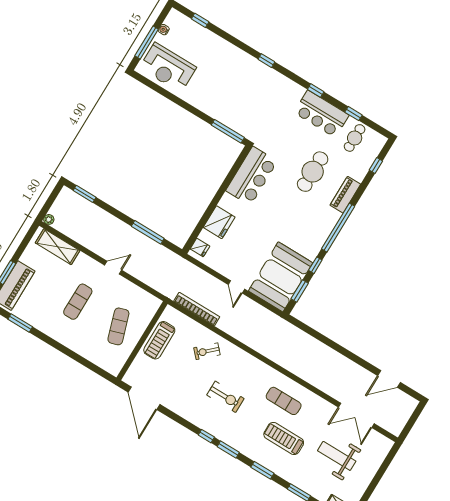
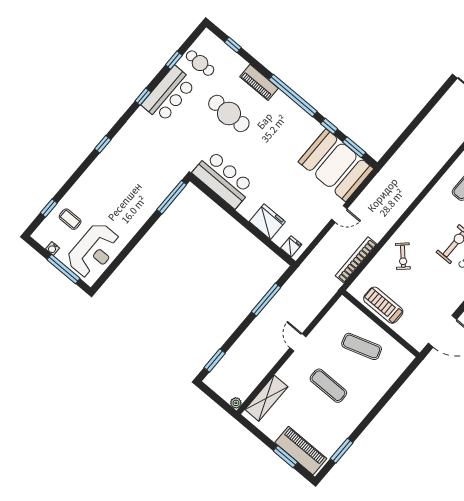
coffee table: (193, 41) -> (70, 219), added
treadmill: (159, 340) -> (383, 305), turned 180

